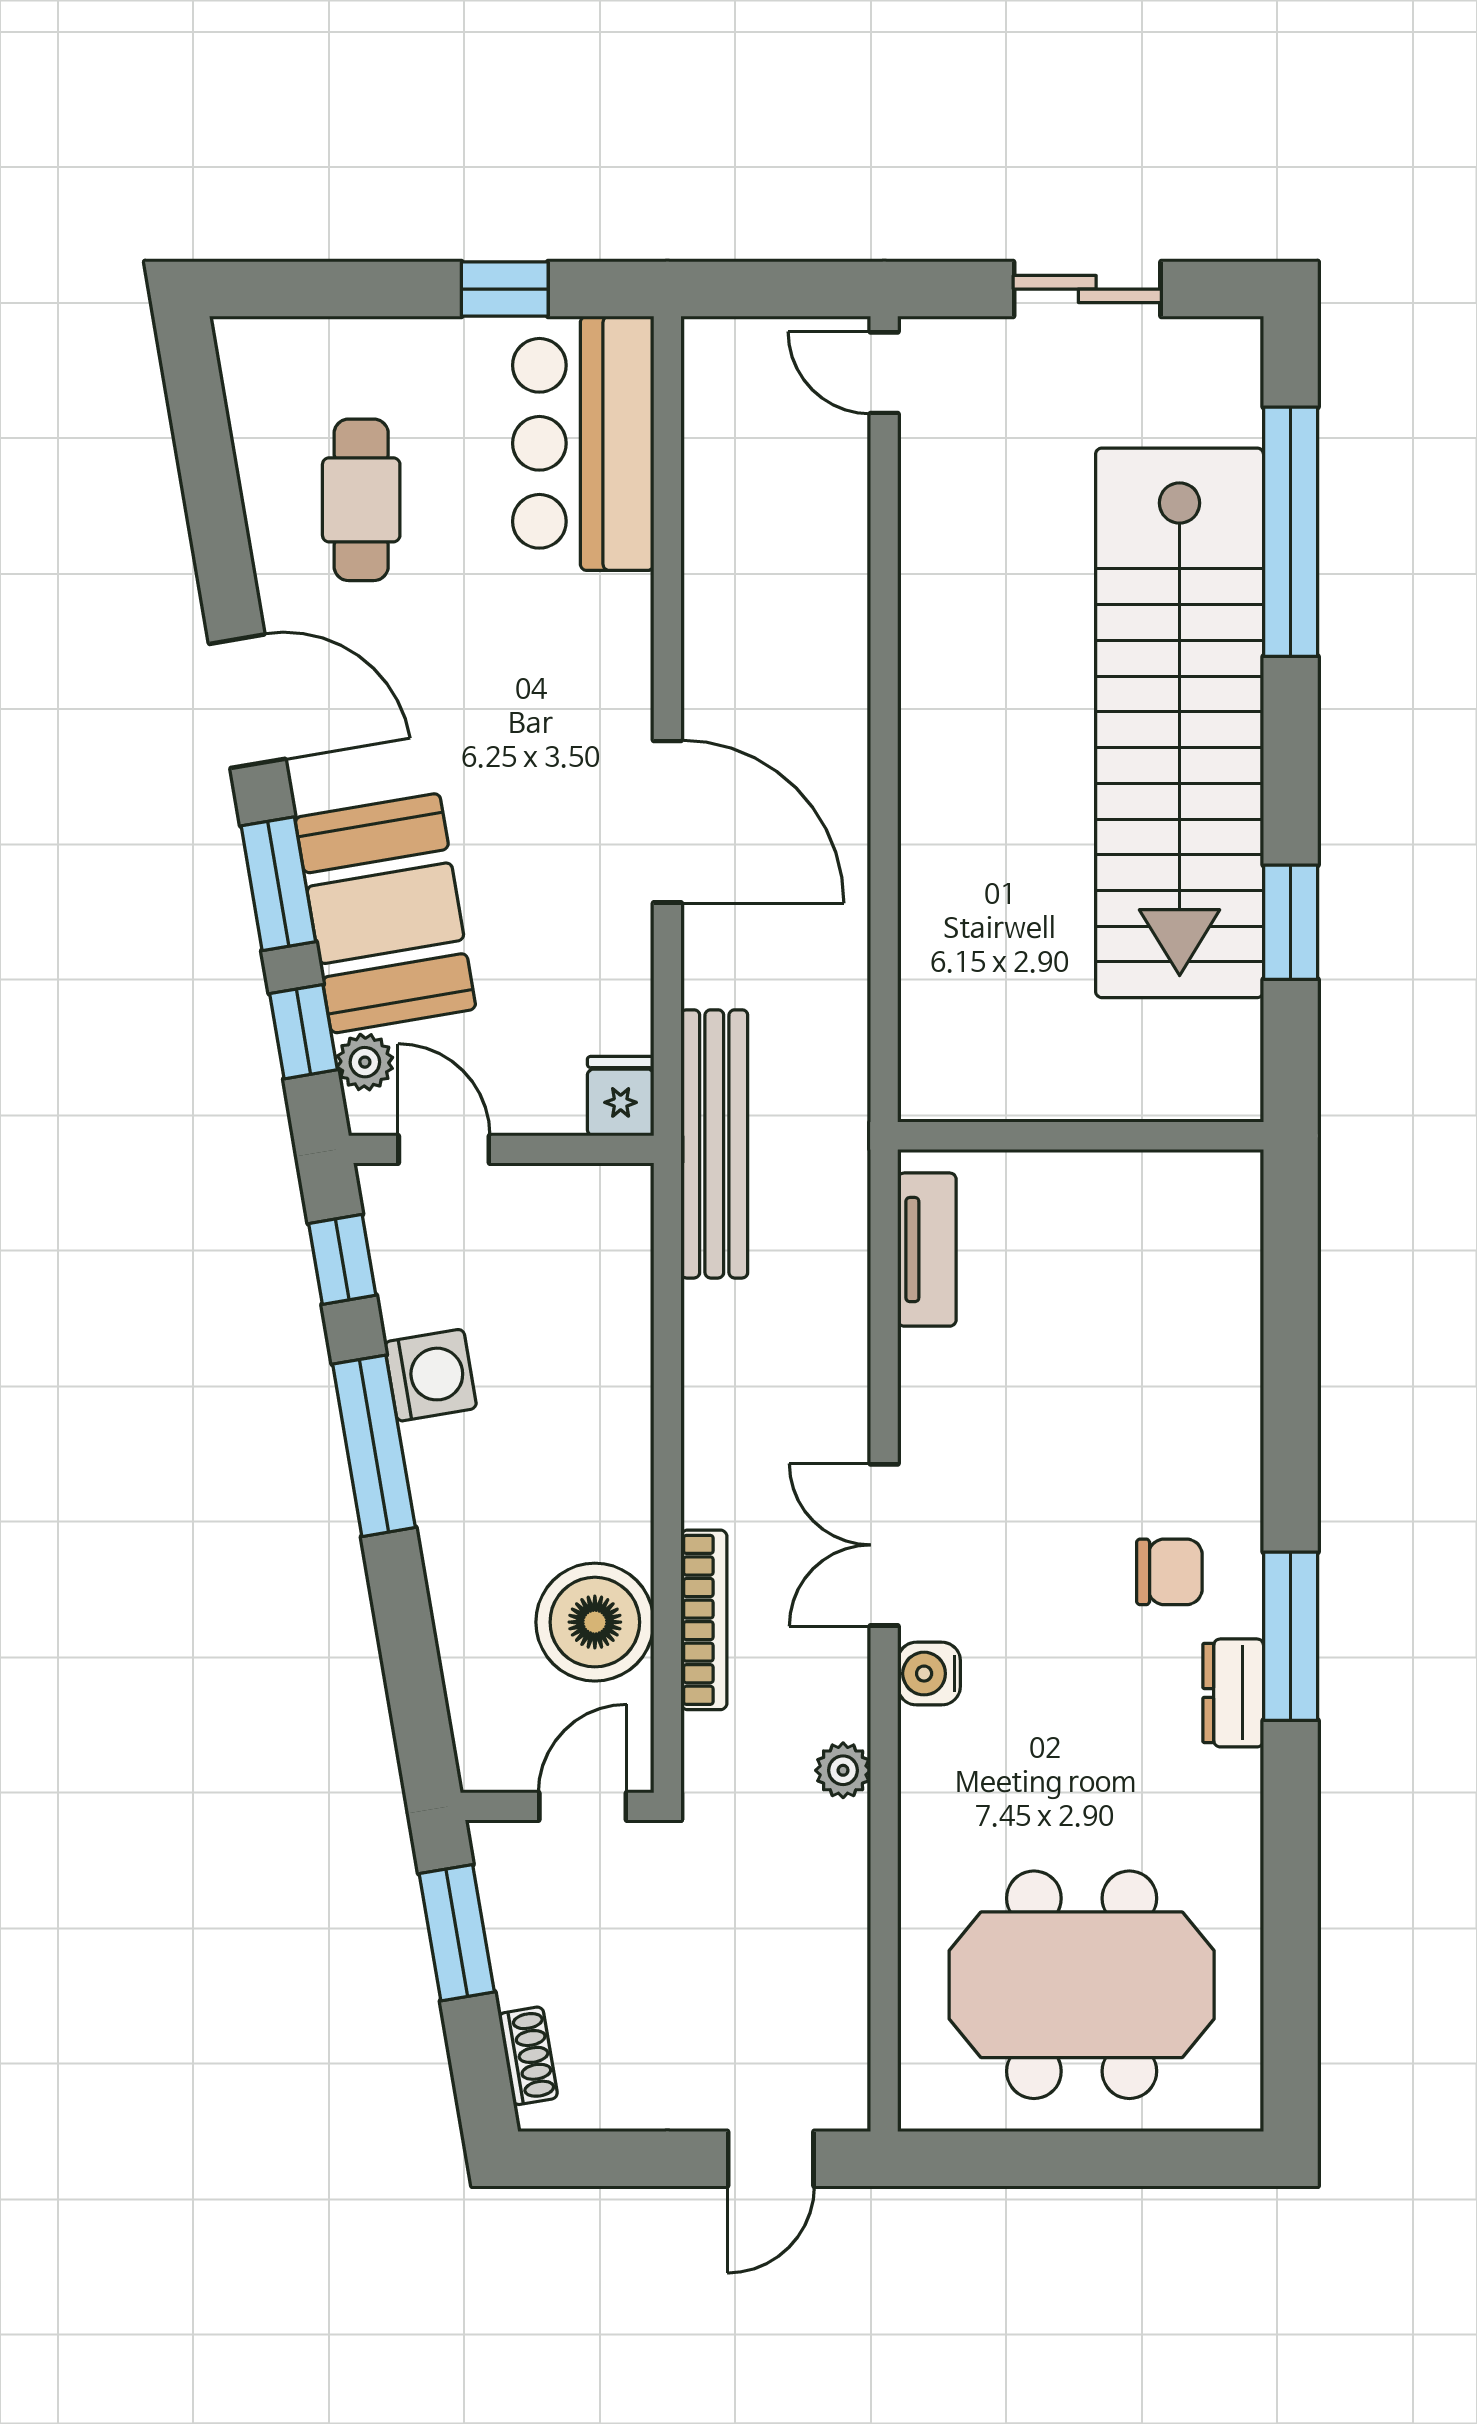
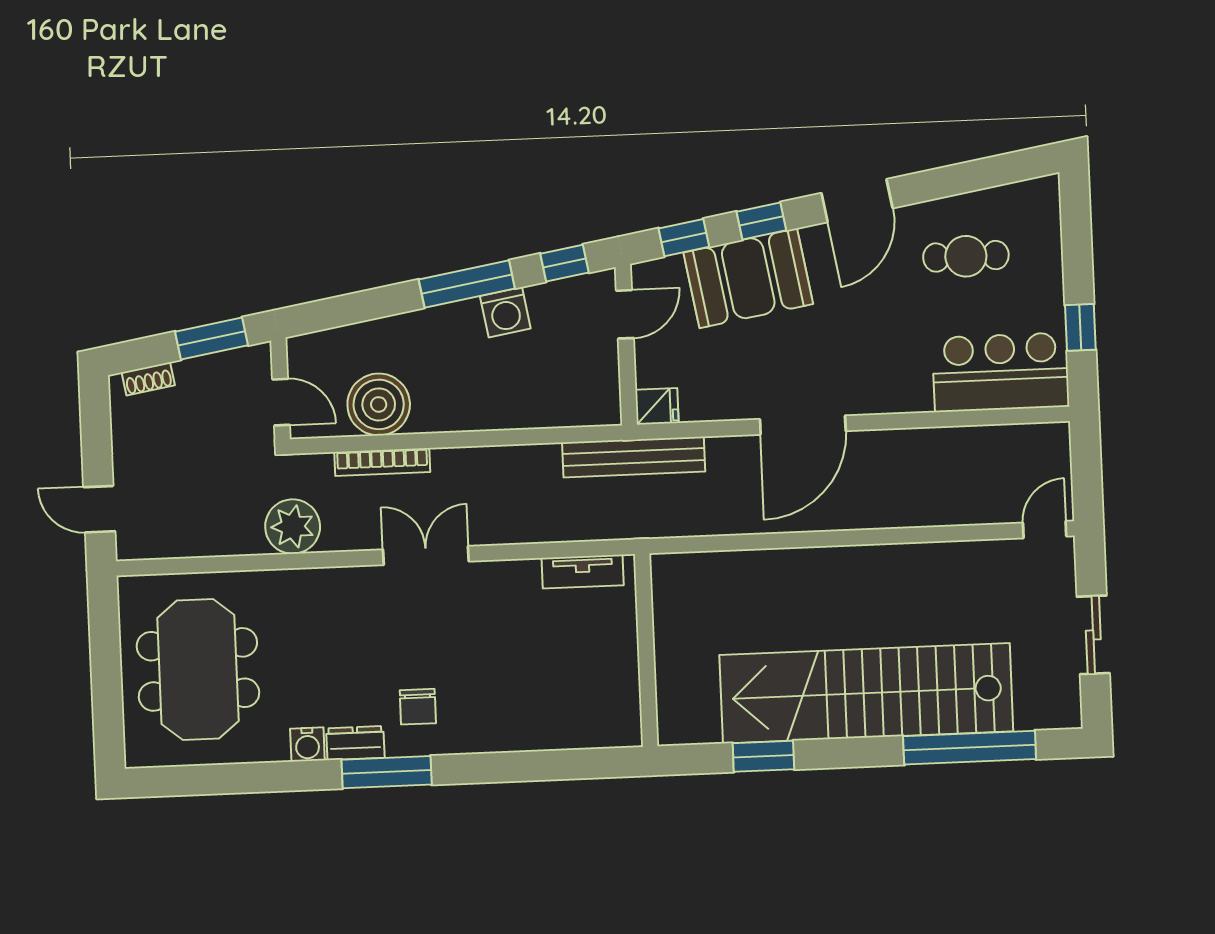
window: (278, 884) -> (761, 221), width x0.67
plant: (365, 1062) -> (669, 271), removed
water cooler: (929, 1674) -> (307, 744), moved, turned 180
plant: (843, 1770) -> (293, 527), width x1.87, depth x1.87

